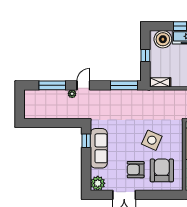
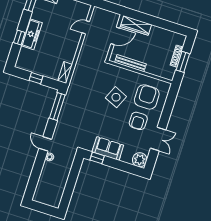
boiler: (163, 39) -> (26, 57), removed
window: (52, 85) -> (36, 173), removed
sofa: (99, 148) -> (108, 148), width x0.73
armchair: (162, 170) -> (147, 97), turned 90

